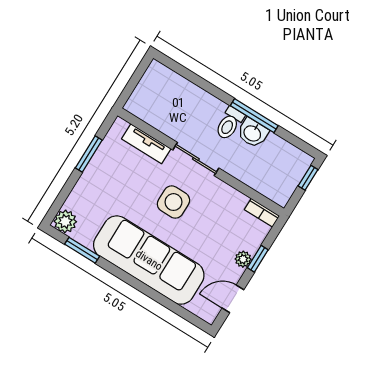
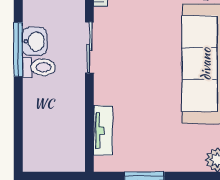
sliding door: (196, 159) -> (89, 48), moved
side table: (173, 202) -> (140, 74), removed

